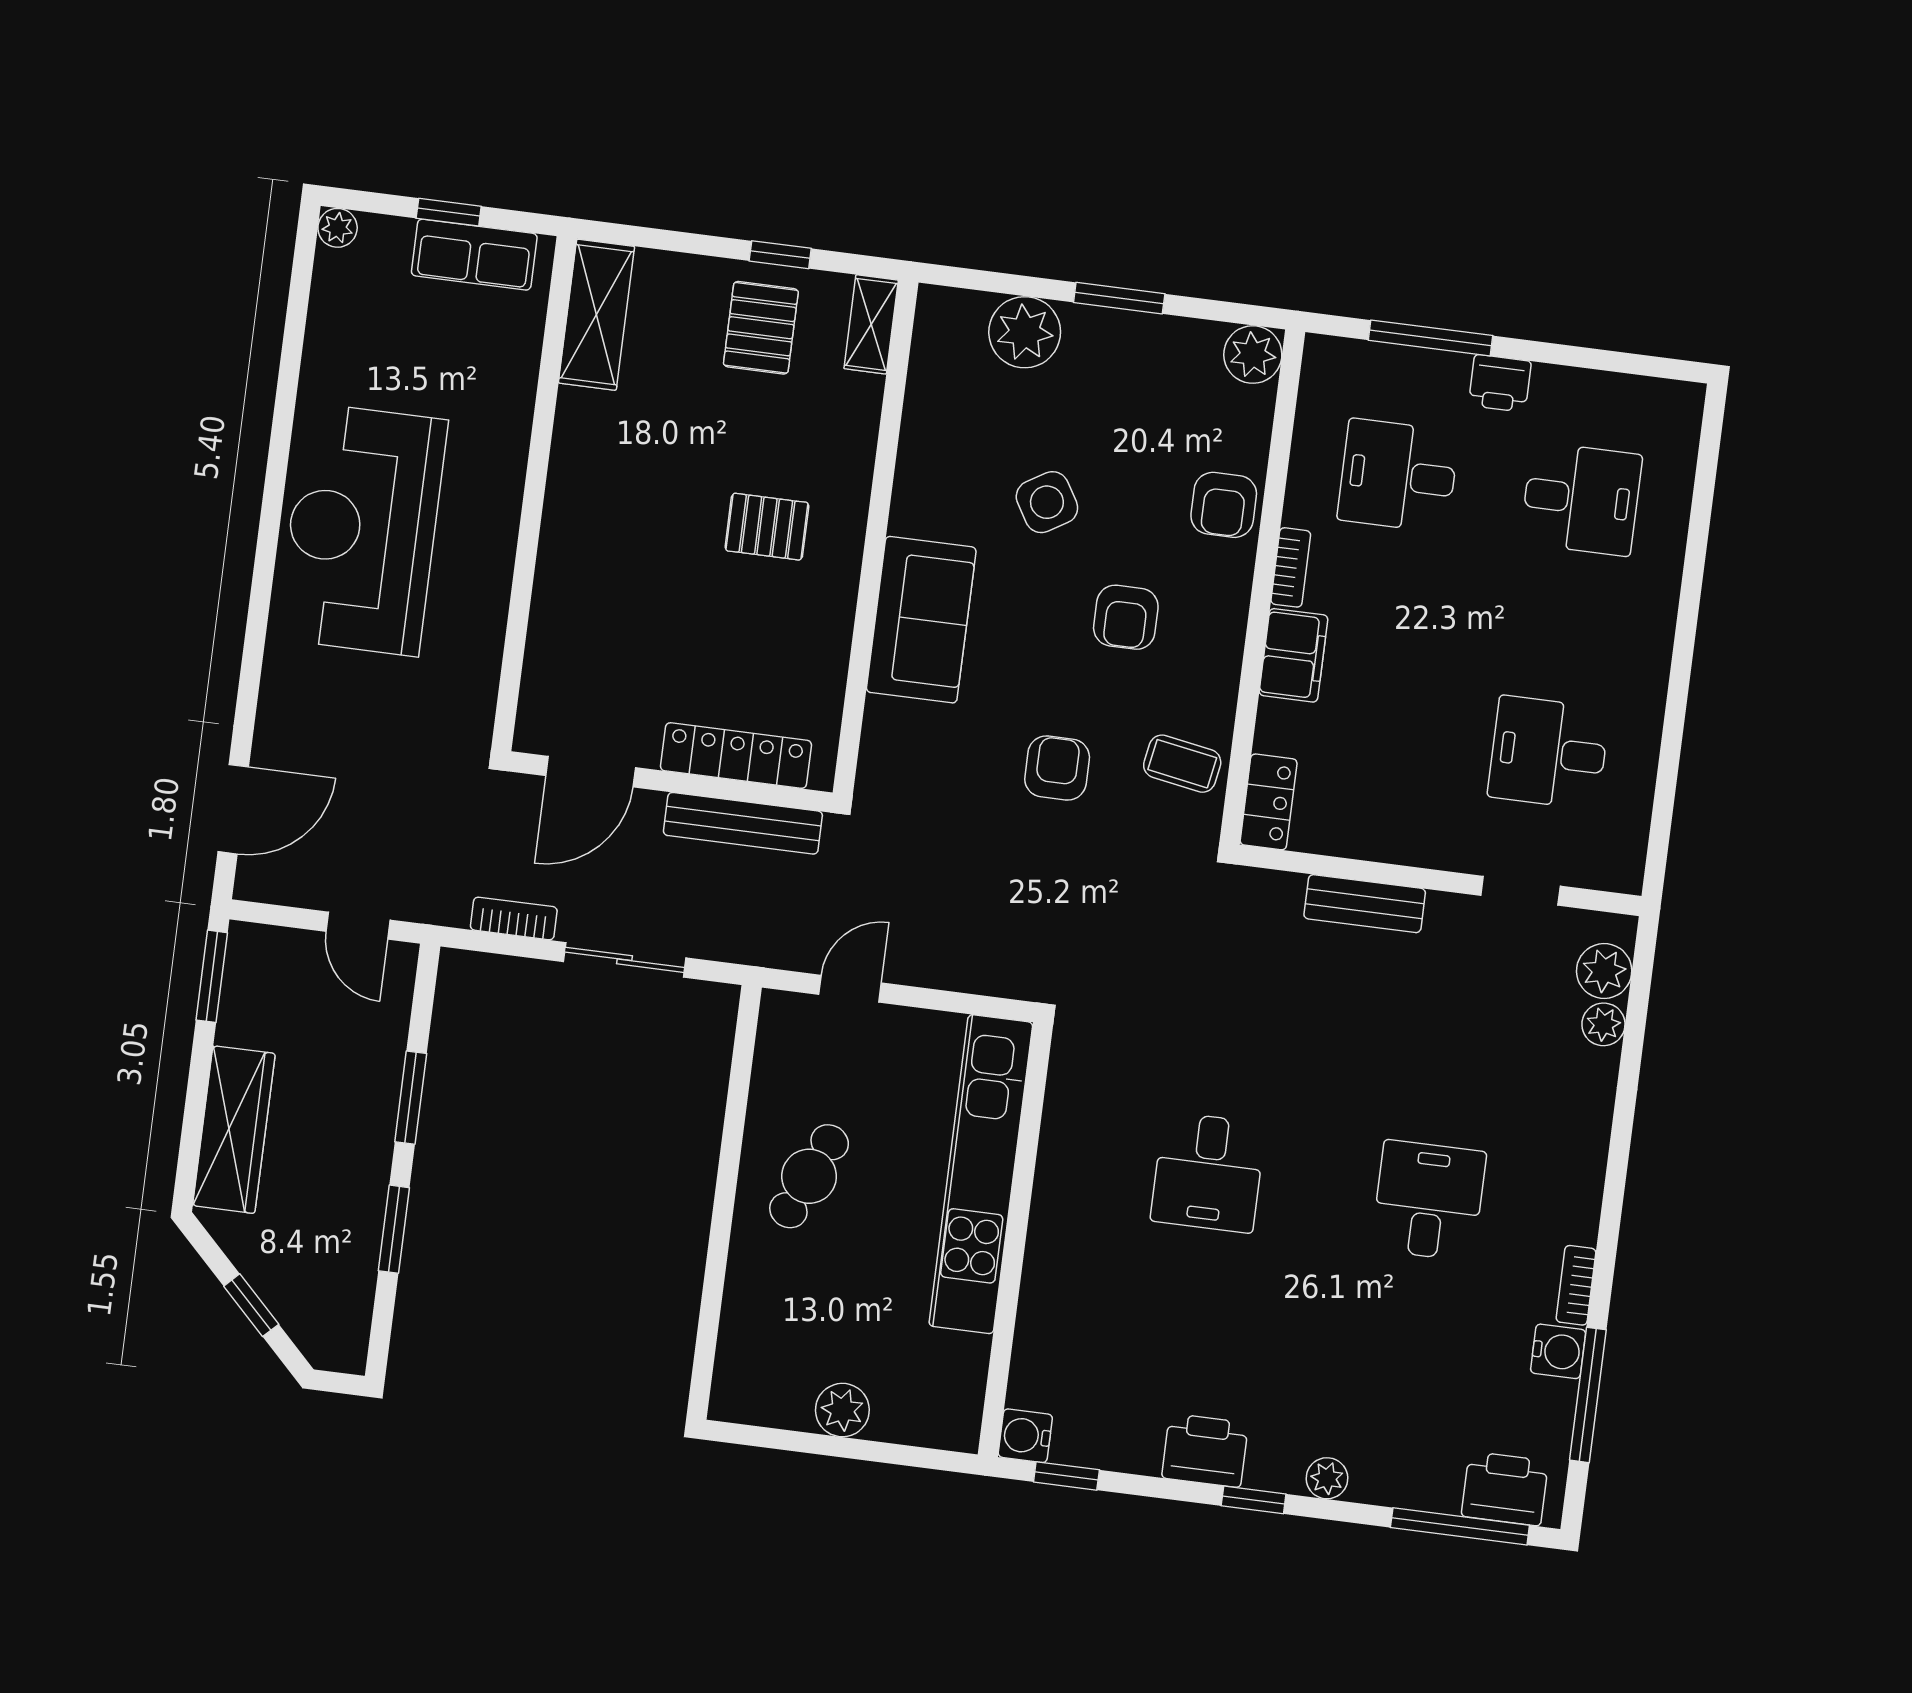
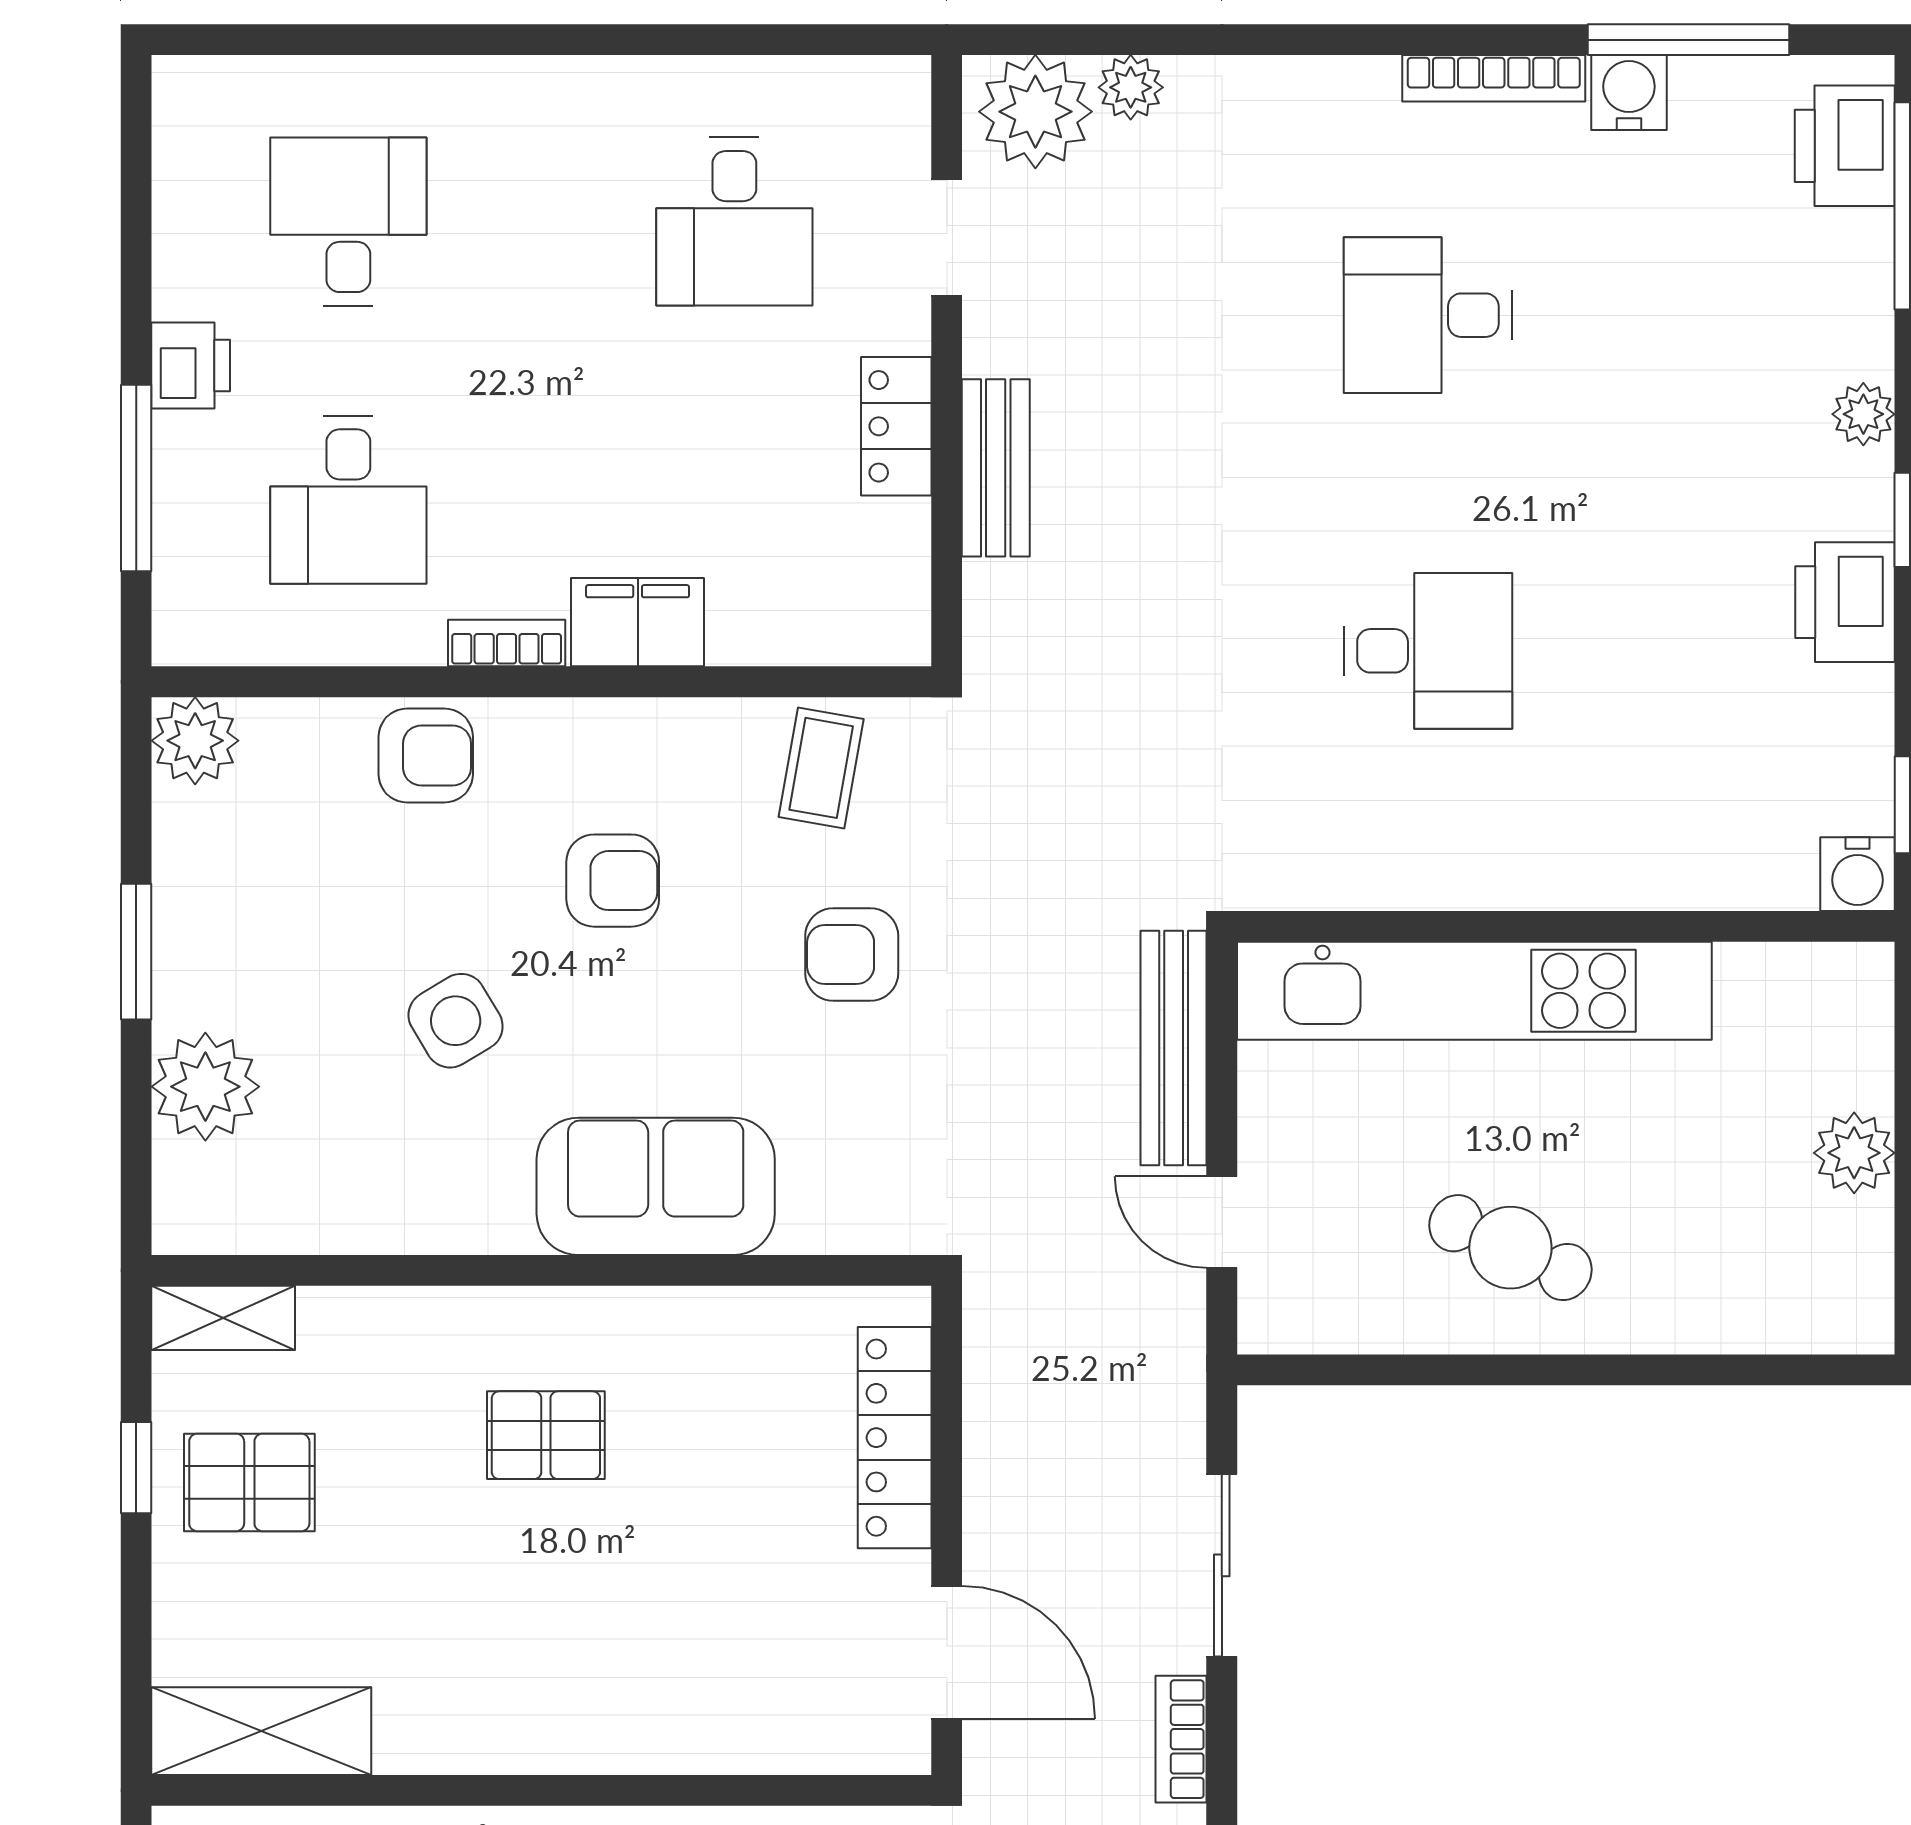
pallet: (767, 527) -> (546, 1435), turned 90
locker: (1269, 802) -> (896, 426), moved, turned -90
bench: (743, 823) -> (1174, 1048), moved
plant: (1604, 971) -> (1035, 112), width x1.36, depth x1.36
bookcase: (1576, 1285) -> (1494, 78), width x1.56

